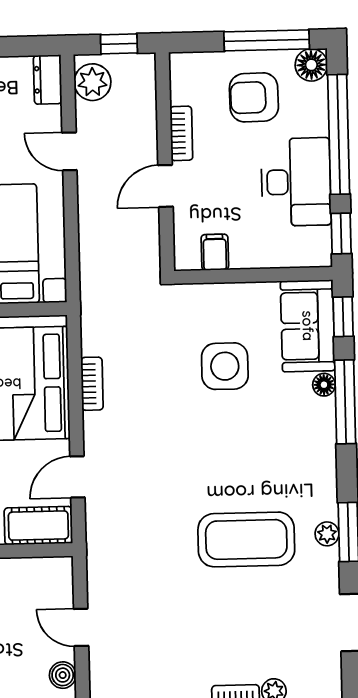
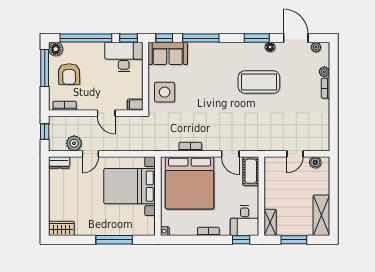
plant: (92, 82) -> (74, 143), moved
bookcase: (181, 133) -> (65, 106), moved
desk: (296, 182) -> (124, 57), moved
filing cabinet: (215, 252) -> (135, 105), moved
side table: (225, 366) -> (165, 92), moved
floor lamp: (324, 385) -> (270, 47), moved
plant: (327, 534) -> (316, 47), moved
coffee table: (246, 539) -> (259, 82), turned 90

